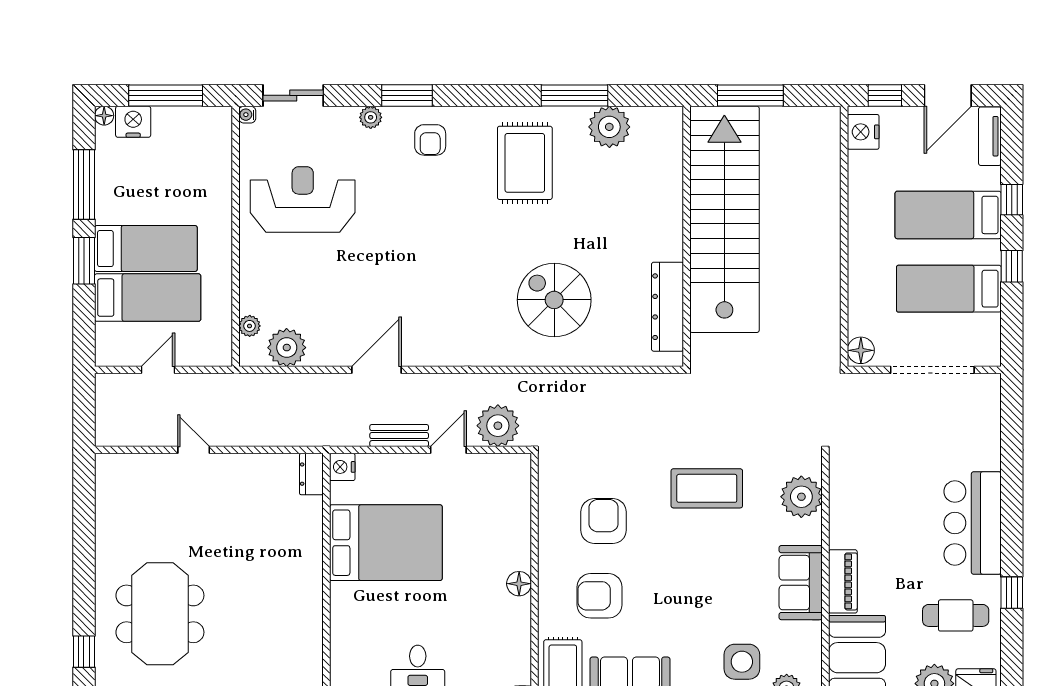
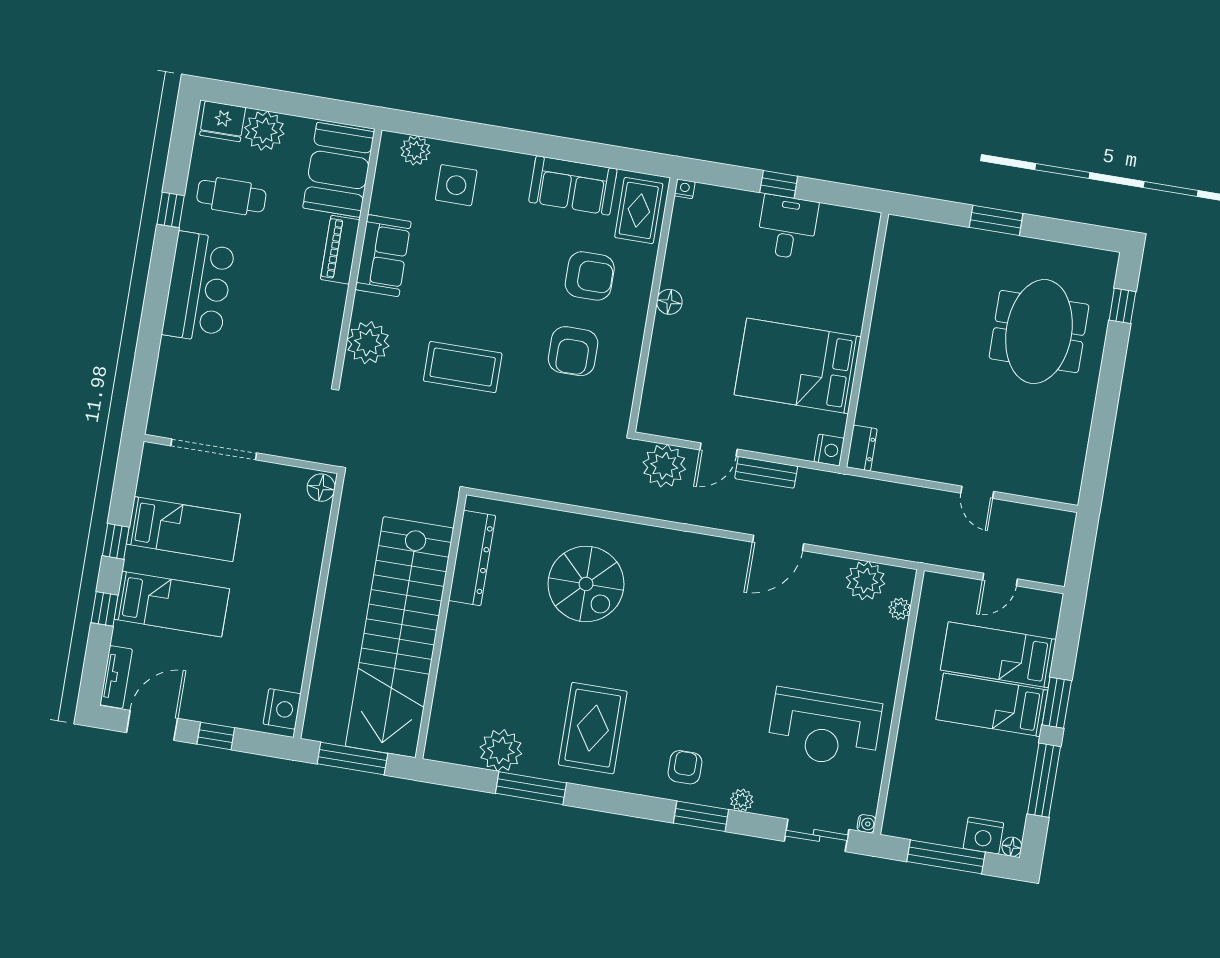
nightstand: (863, 132) -> (282, 709), moved
wall: (844, 236) -> (319, 606), moved
floor lamp: (861, 350) -> (321, 488), moved

